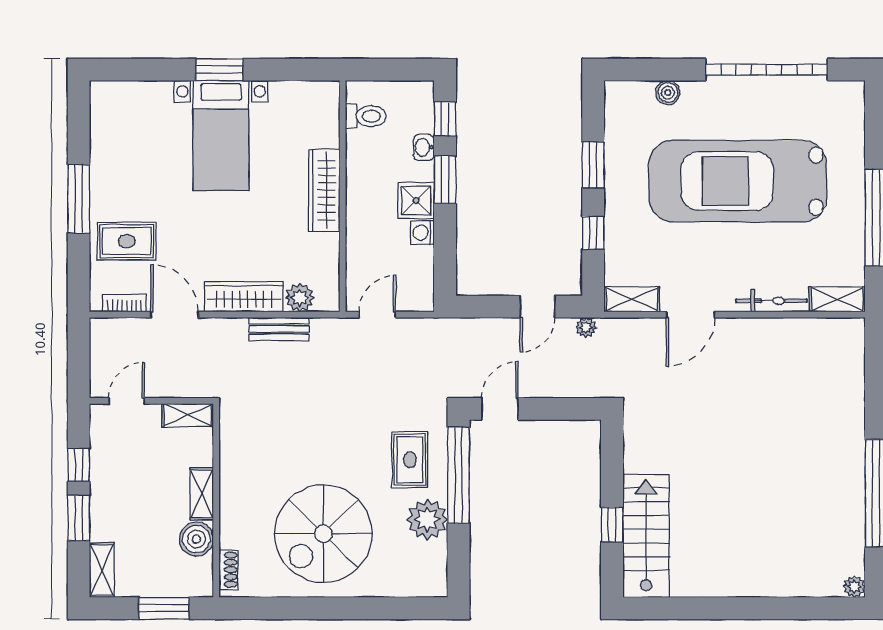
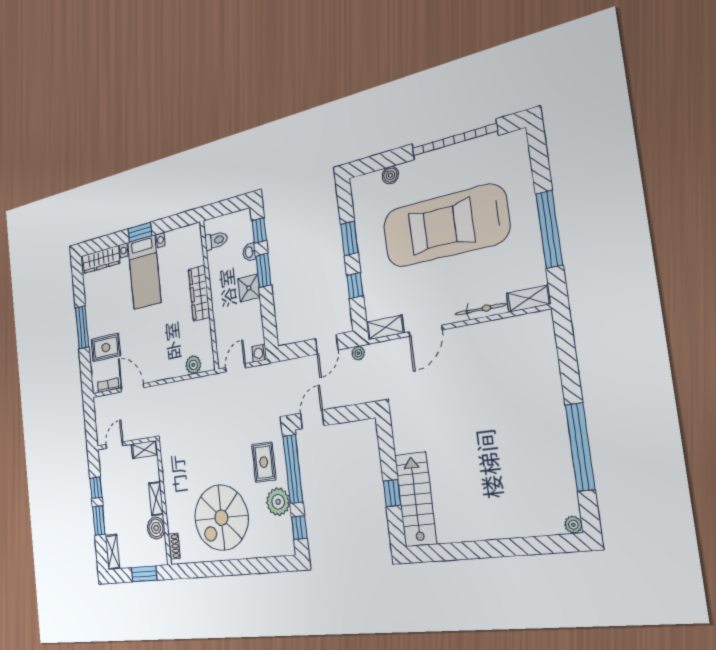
washing machine: (422, 233) -> (259, 353), moved
wardrobe: (244, 297) -> (101, 260), moved, turned 180
bench: (279, 329) -> (185, 387), removed
window: (458, 559) -> (299, 528), added

